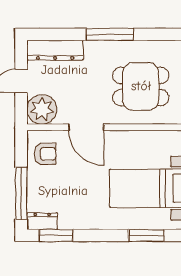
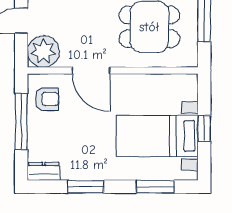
window: (21, 193) -> (21, 121), moved
window: (56, 235) -> (86, 187), moved

